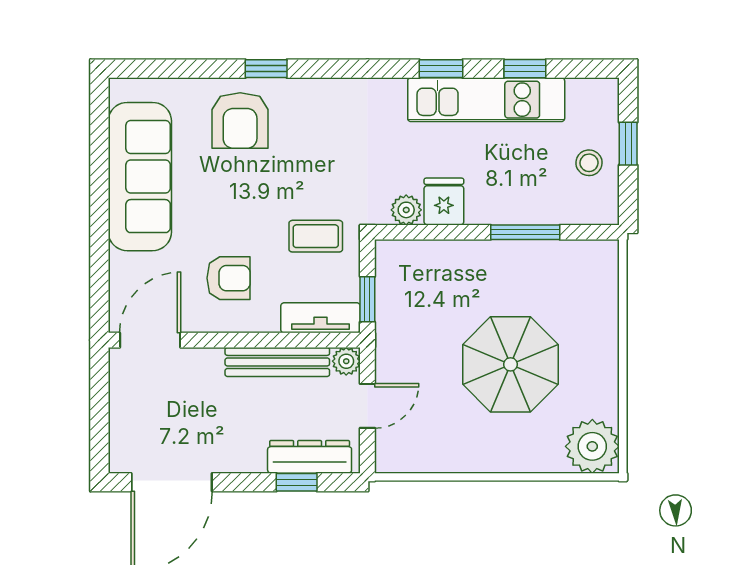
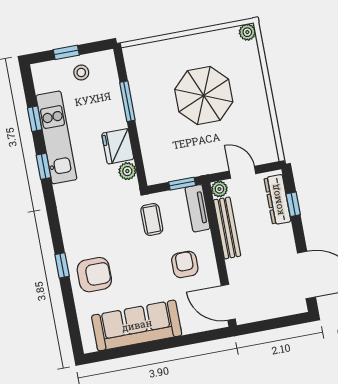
fridge: (444, 202) -> (118, 146), width x1.38
plant: (592, 446) -> (247, 32), width x0.53, depth x0.53

